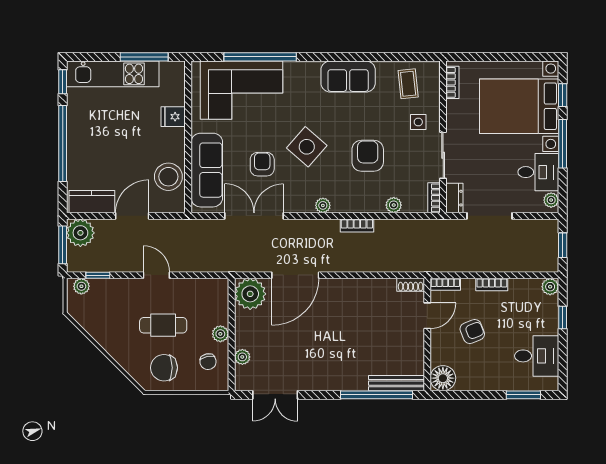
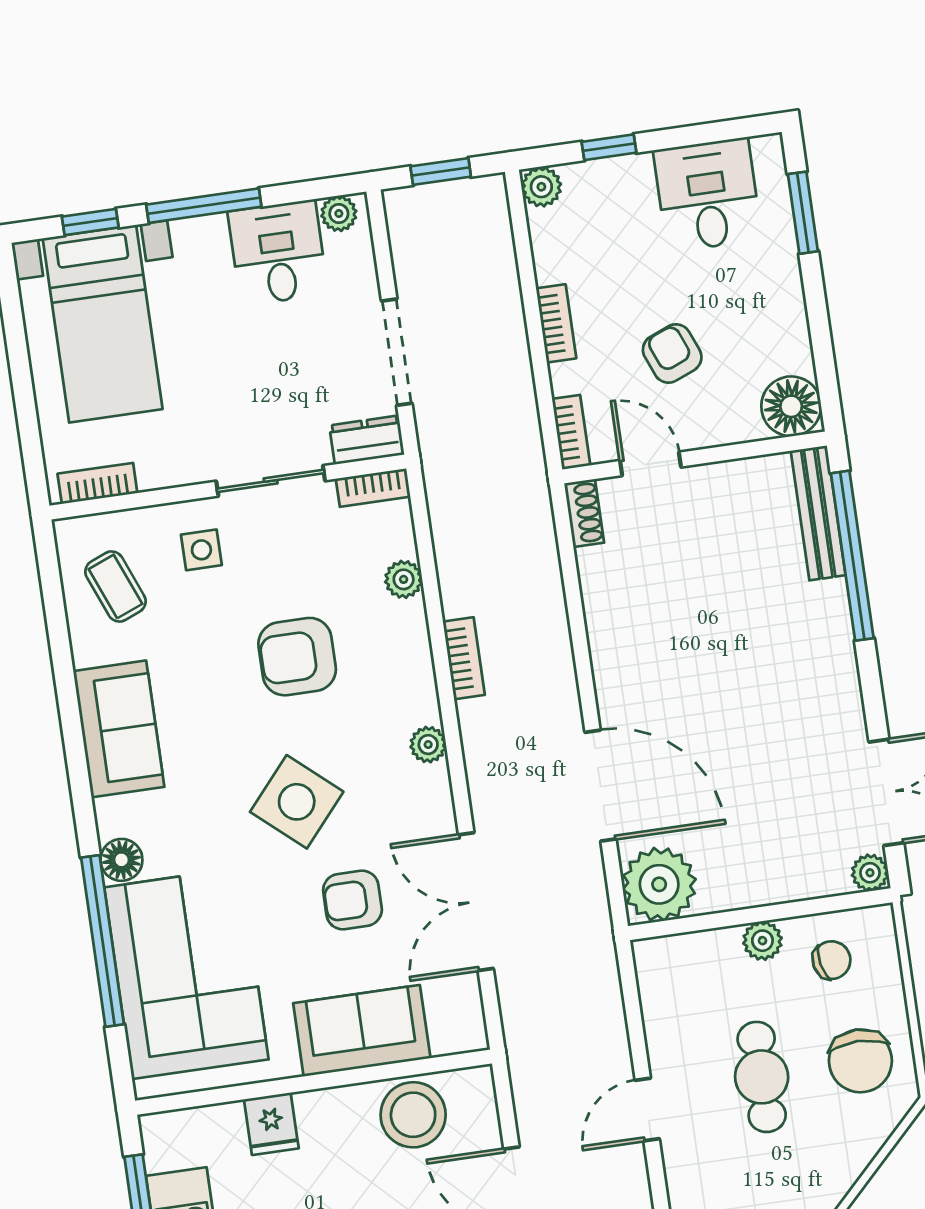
floor lamp: (293, 70) -> (121, 860), added
coffee table: (408, 84) -> (115, 586), turned 74
bed with nightstands: (519, 106) -> (103, 324), width x0.73
sofa: (207, 170) -> (362, 1031), width x0.73
plant: (242, 357) -> (870, 873), moved

